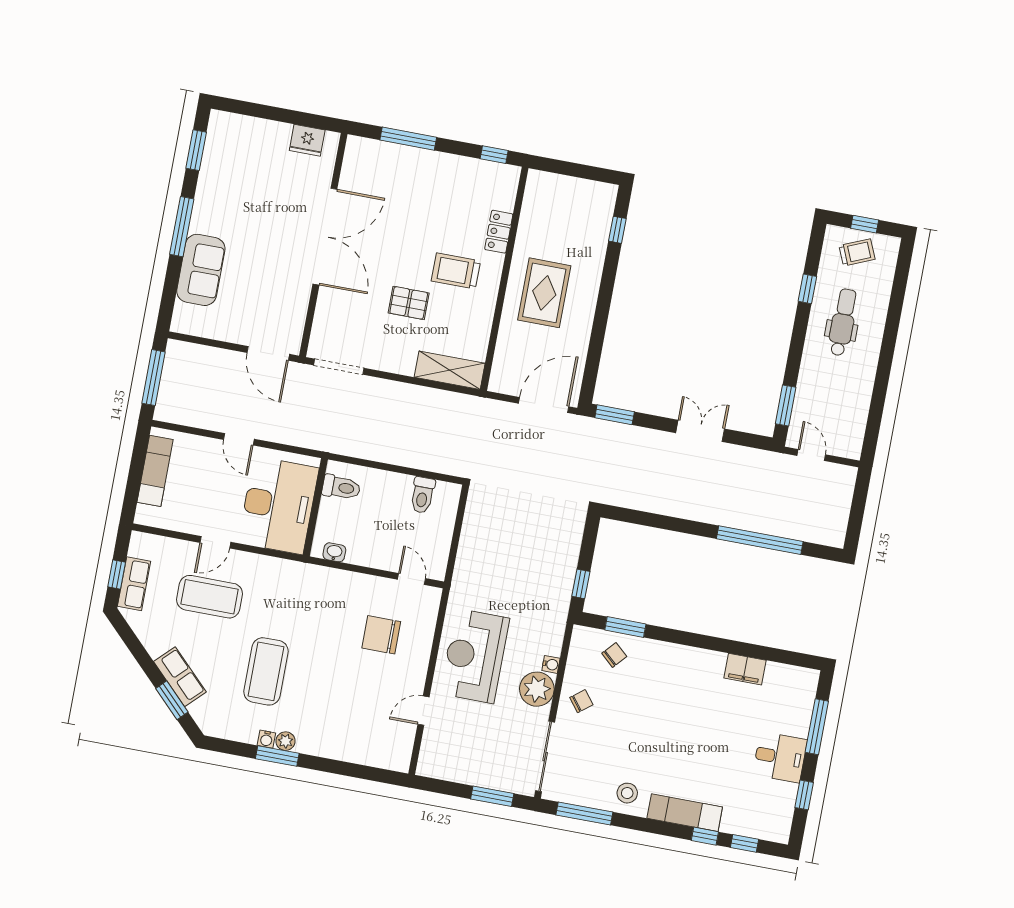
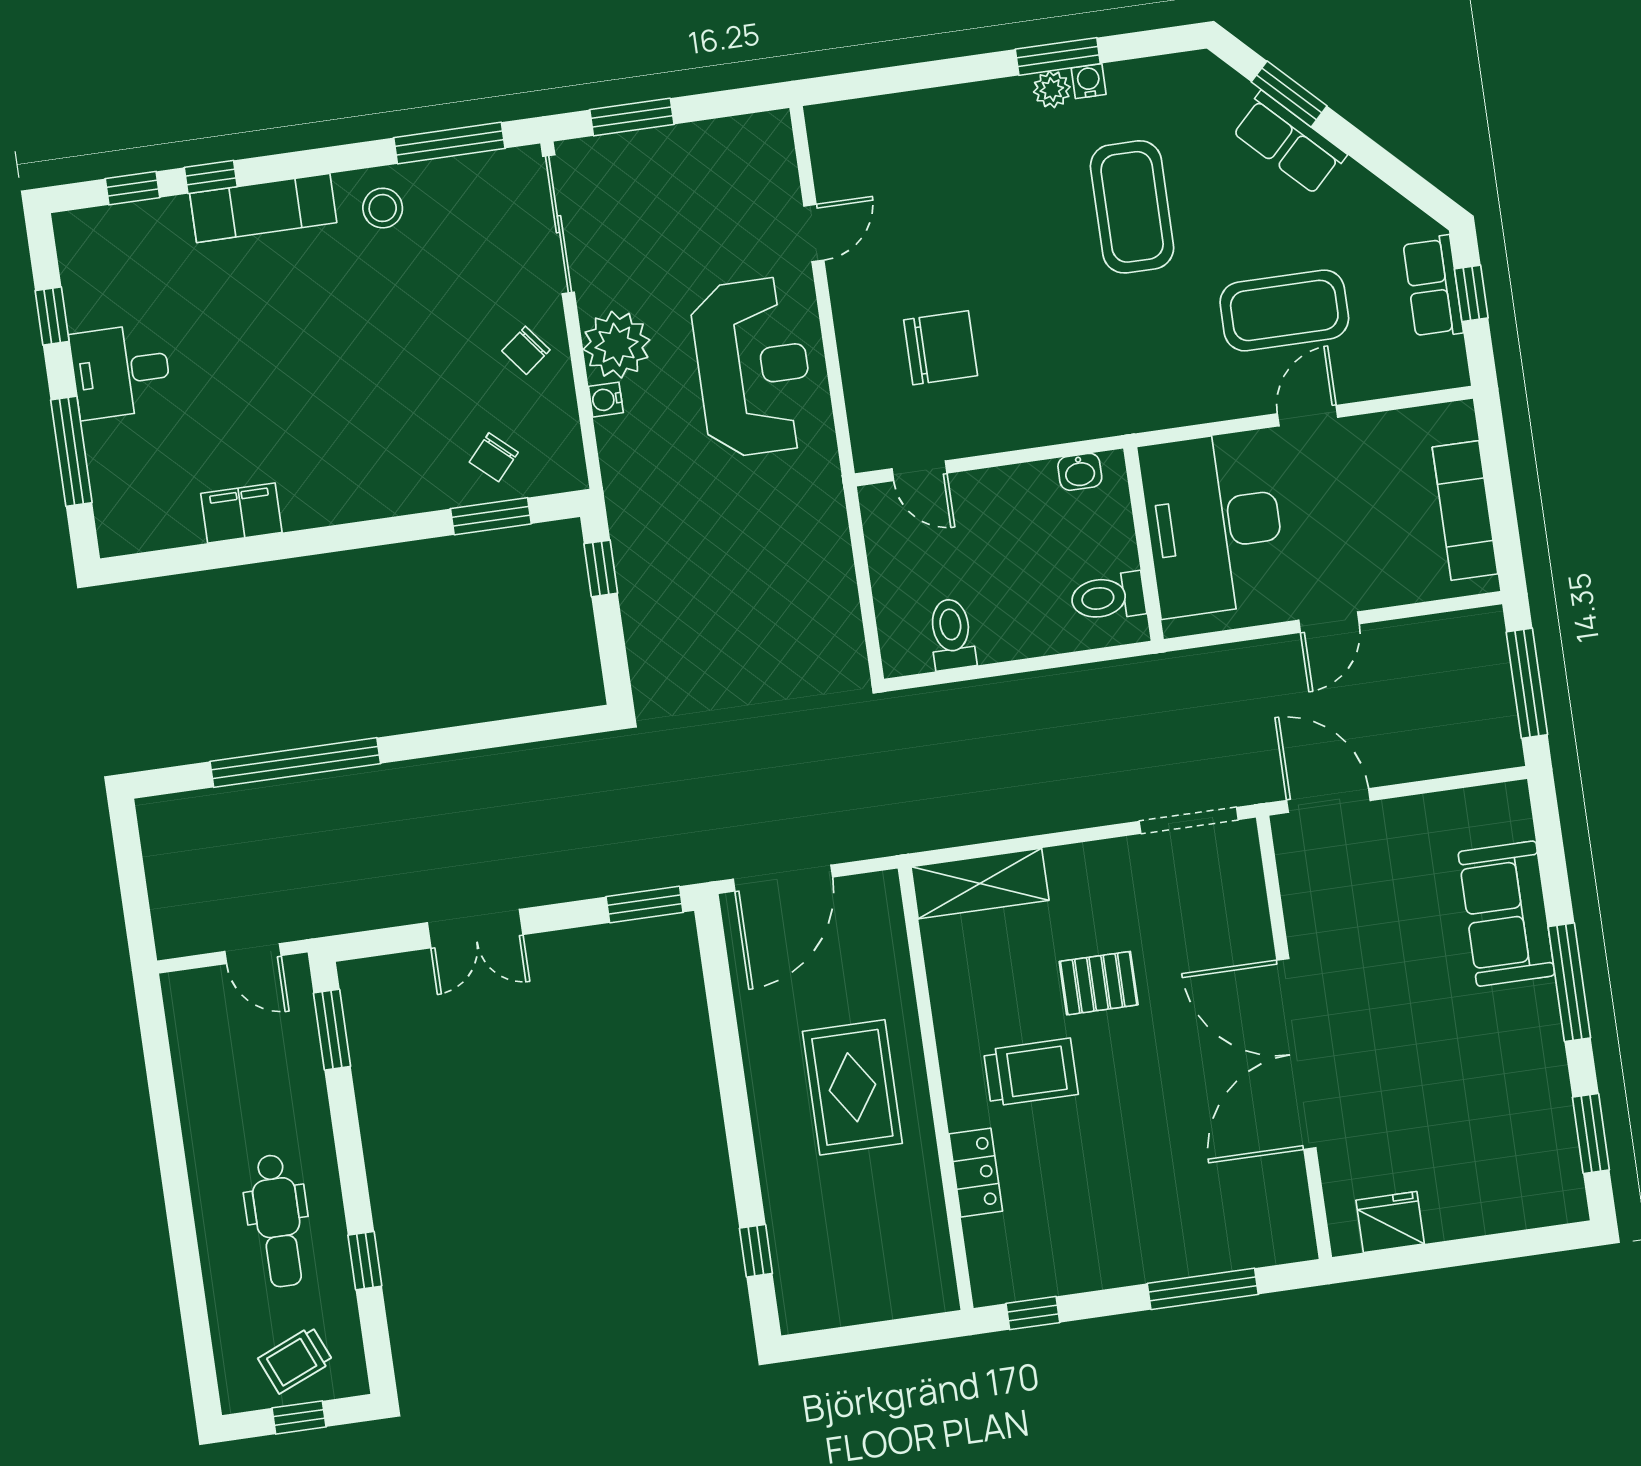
door: (239, 439) -> (1329, 622), swing flipped

